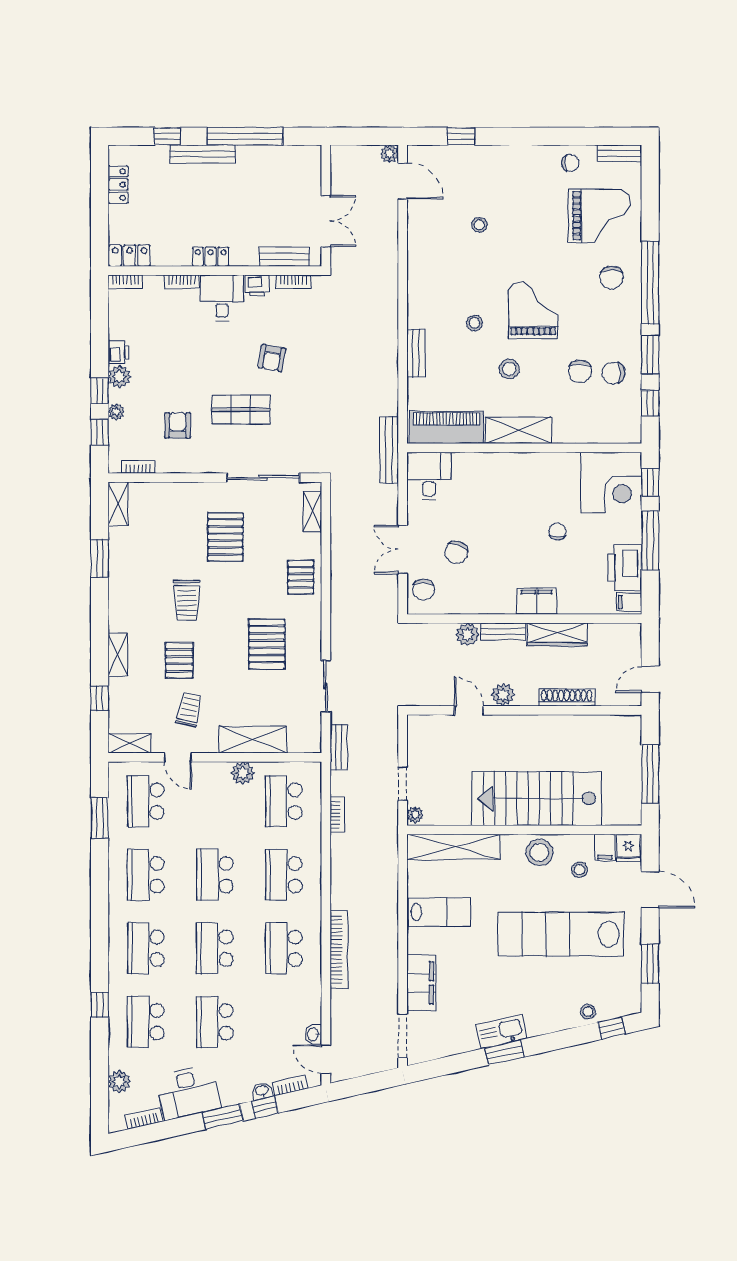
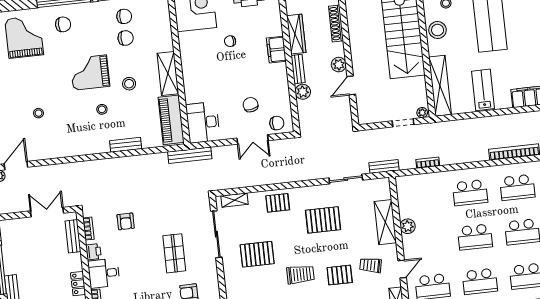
armchair: (272, 358) -> (126, 221), moved, turned 80
chair: (614, 373) -> (124, 16), turned -90
desk: (429, 476) -> (203, 122), width x1.37
chair: (456, 552) -> (251, 105), turned -121
school desk: (284, 801) -> (423, 198), removed

